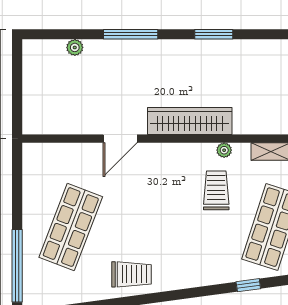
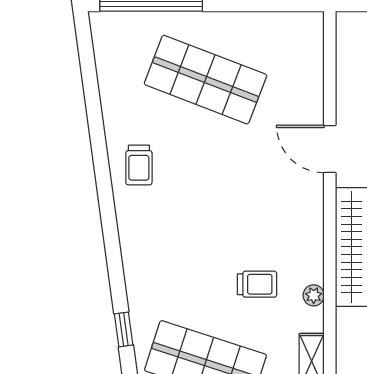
trolley: (216, 190) -> (257, 284), width x0.73, depth x0.72
trolley: (131, 274) -> (139, 165), width x0.73, depth x0.72

